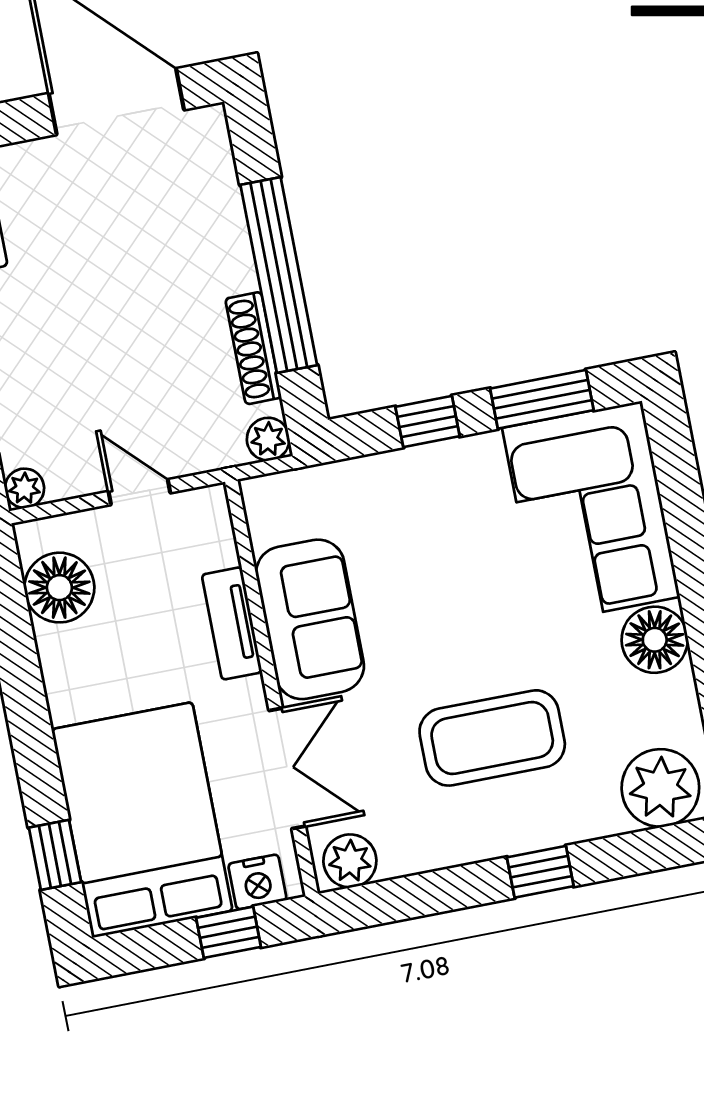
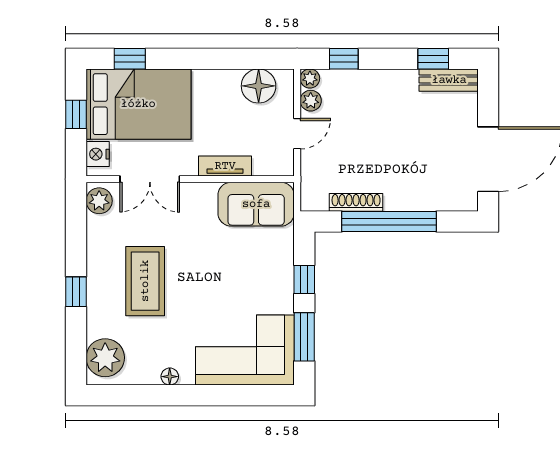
plant: (268, 439) -> (311, 101), moved
sofa: (310, 619) -> (256, 204), moved
floor lamp: (655, 640) -> (170, 377), width x0.53, depth x0.53
window: (229, 932) -> (76, 114), moved

